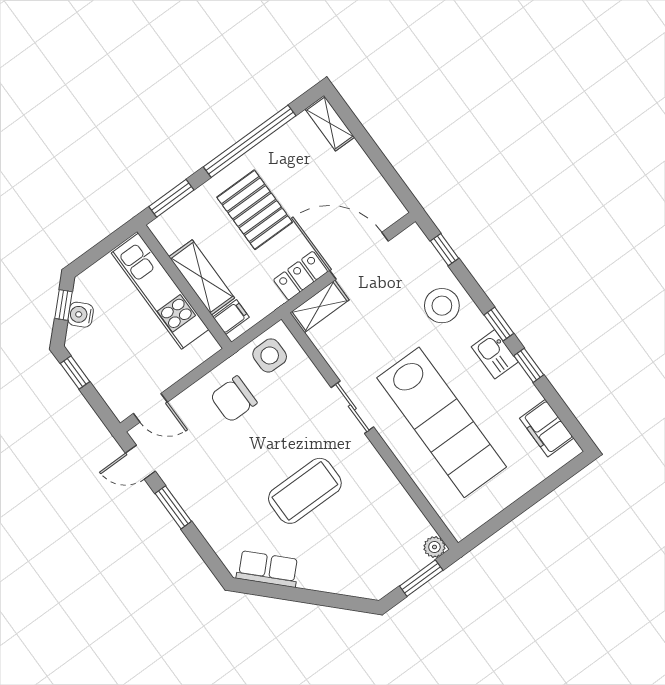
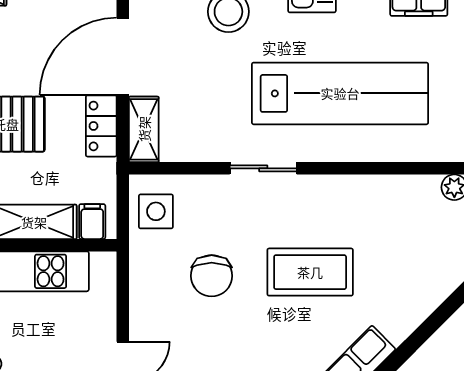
chair: (234, 399) -> (212, 276), moved
coffee table: (305, 491) -> (310, 272), turned 90

